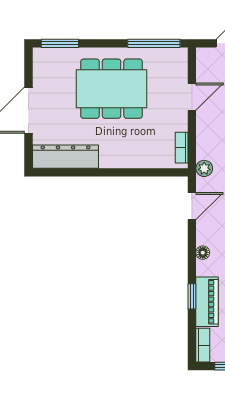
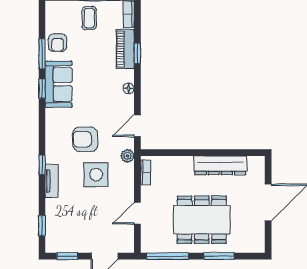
window: (60, 43) -> (219, 256), moved
dresser: (66, 157) -> (220, 165), moved

